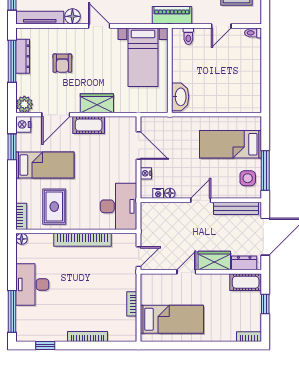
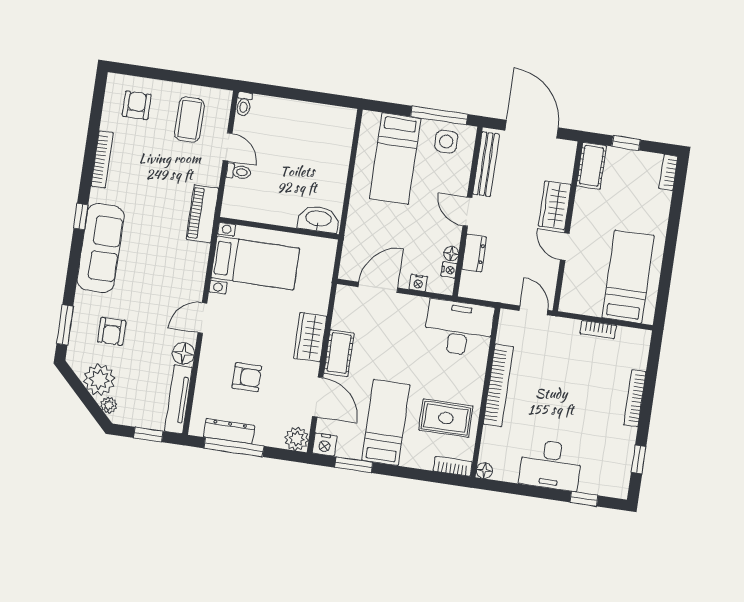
toilet: (188, 36) -> (239, 172), moved
dresser: (244, 263) -> (474, 253), moved, turned 180
window: (12, 311) -> (584, 499), width x0.46

